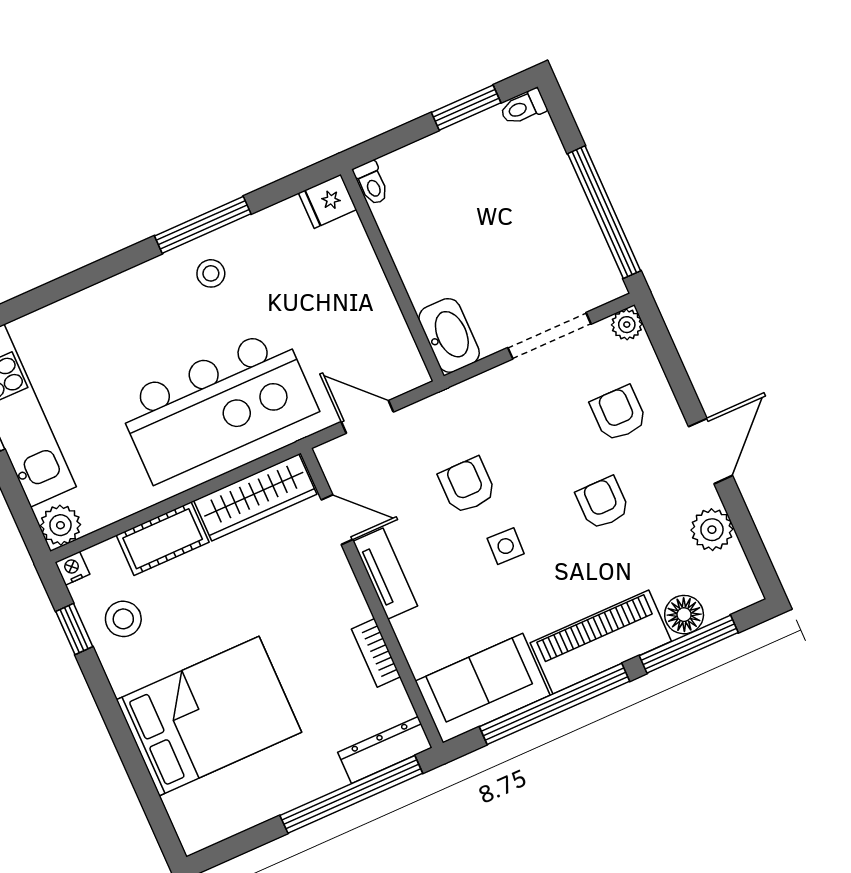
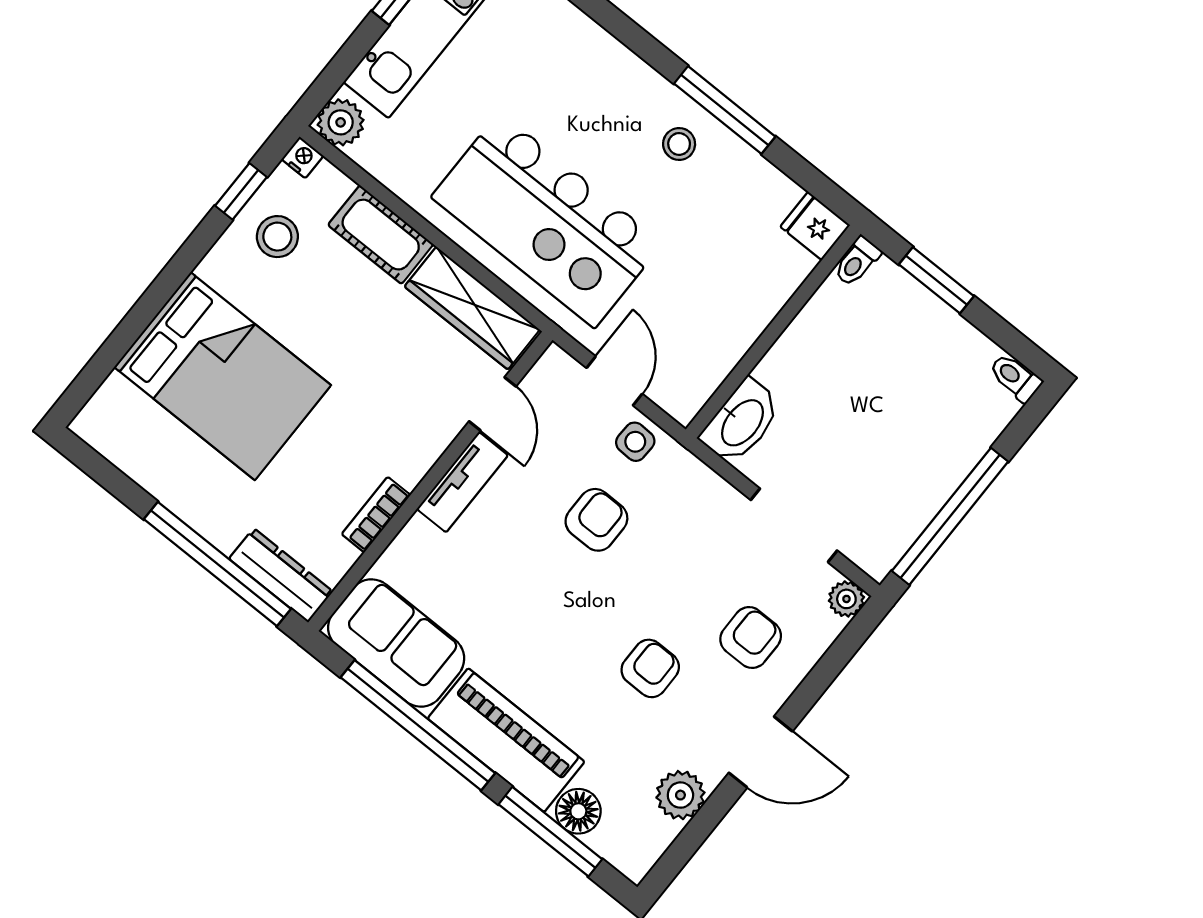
window: (466, 108) -> (936, 280), moved
side table: (506, 546) -> (635, 442), moved

